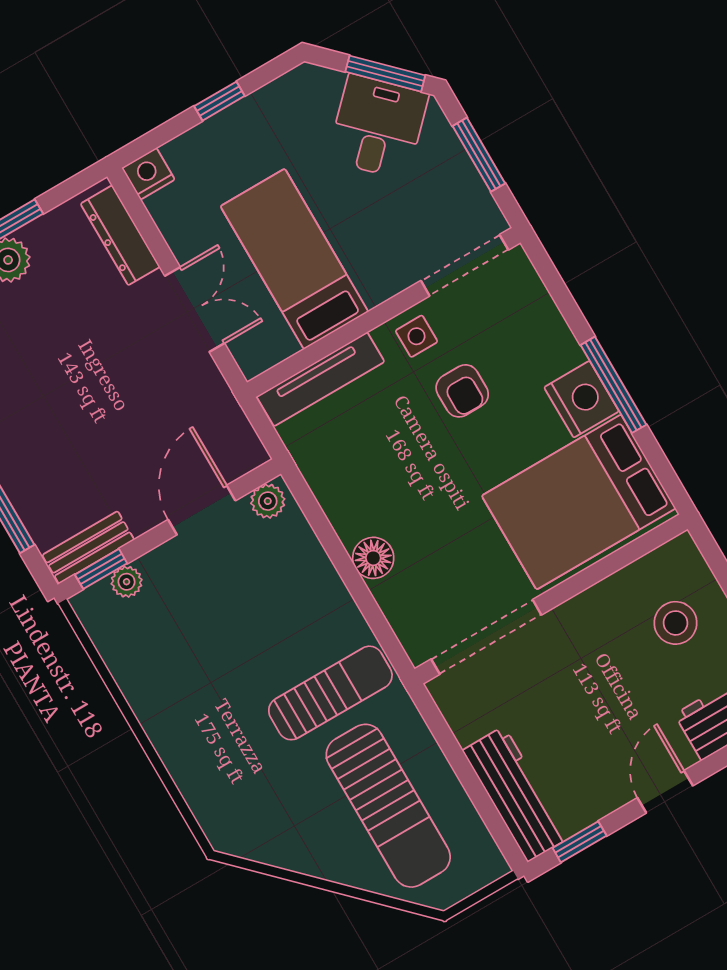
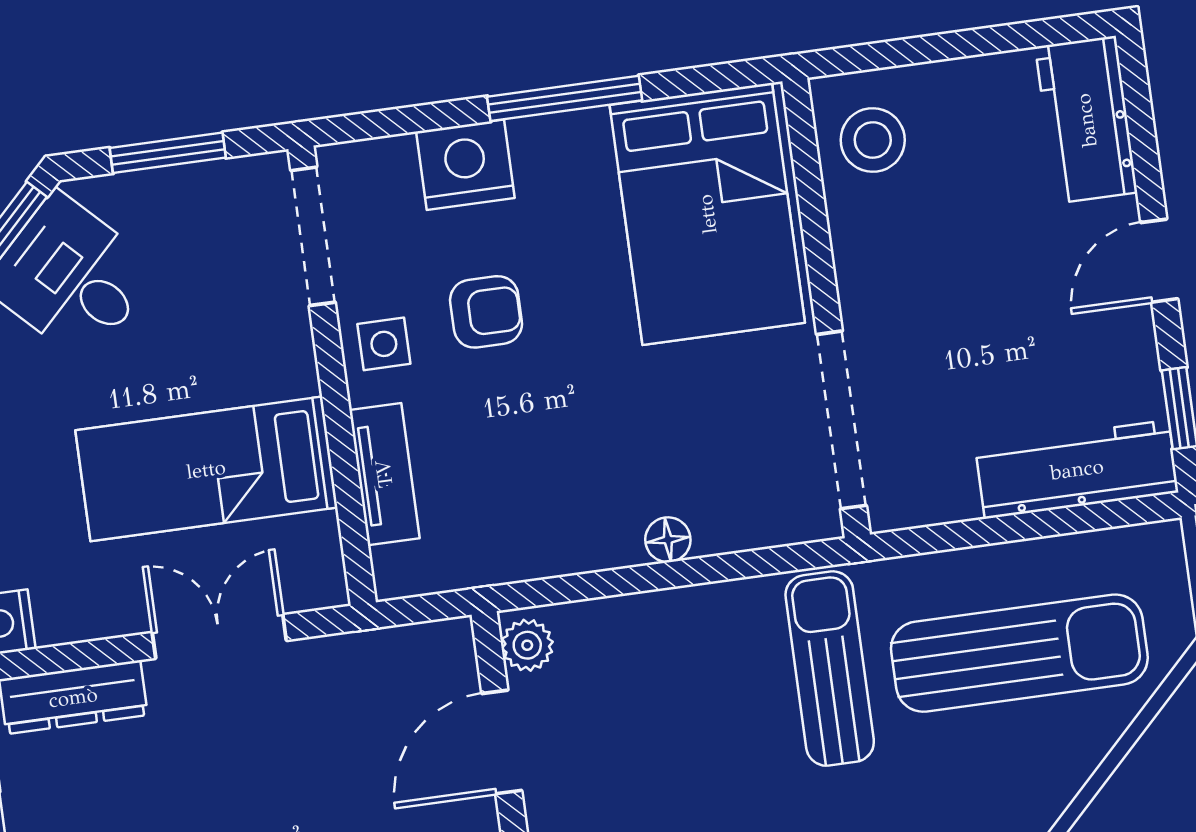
tv unit: (321, 379) -> (384, 474), width x0.71
nightstand: (582, 399) -> (465, 165), moved
door: (202, 510) -> (502, 742), hinge flipped
floor lamp: (373, 558) -> (668, 540), width x0.73, depth x0.73
stool: (675, 623) -> (873, 140), moved
door: (665, 792) -> (1159, 261), hinge flipped

